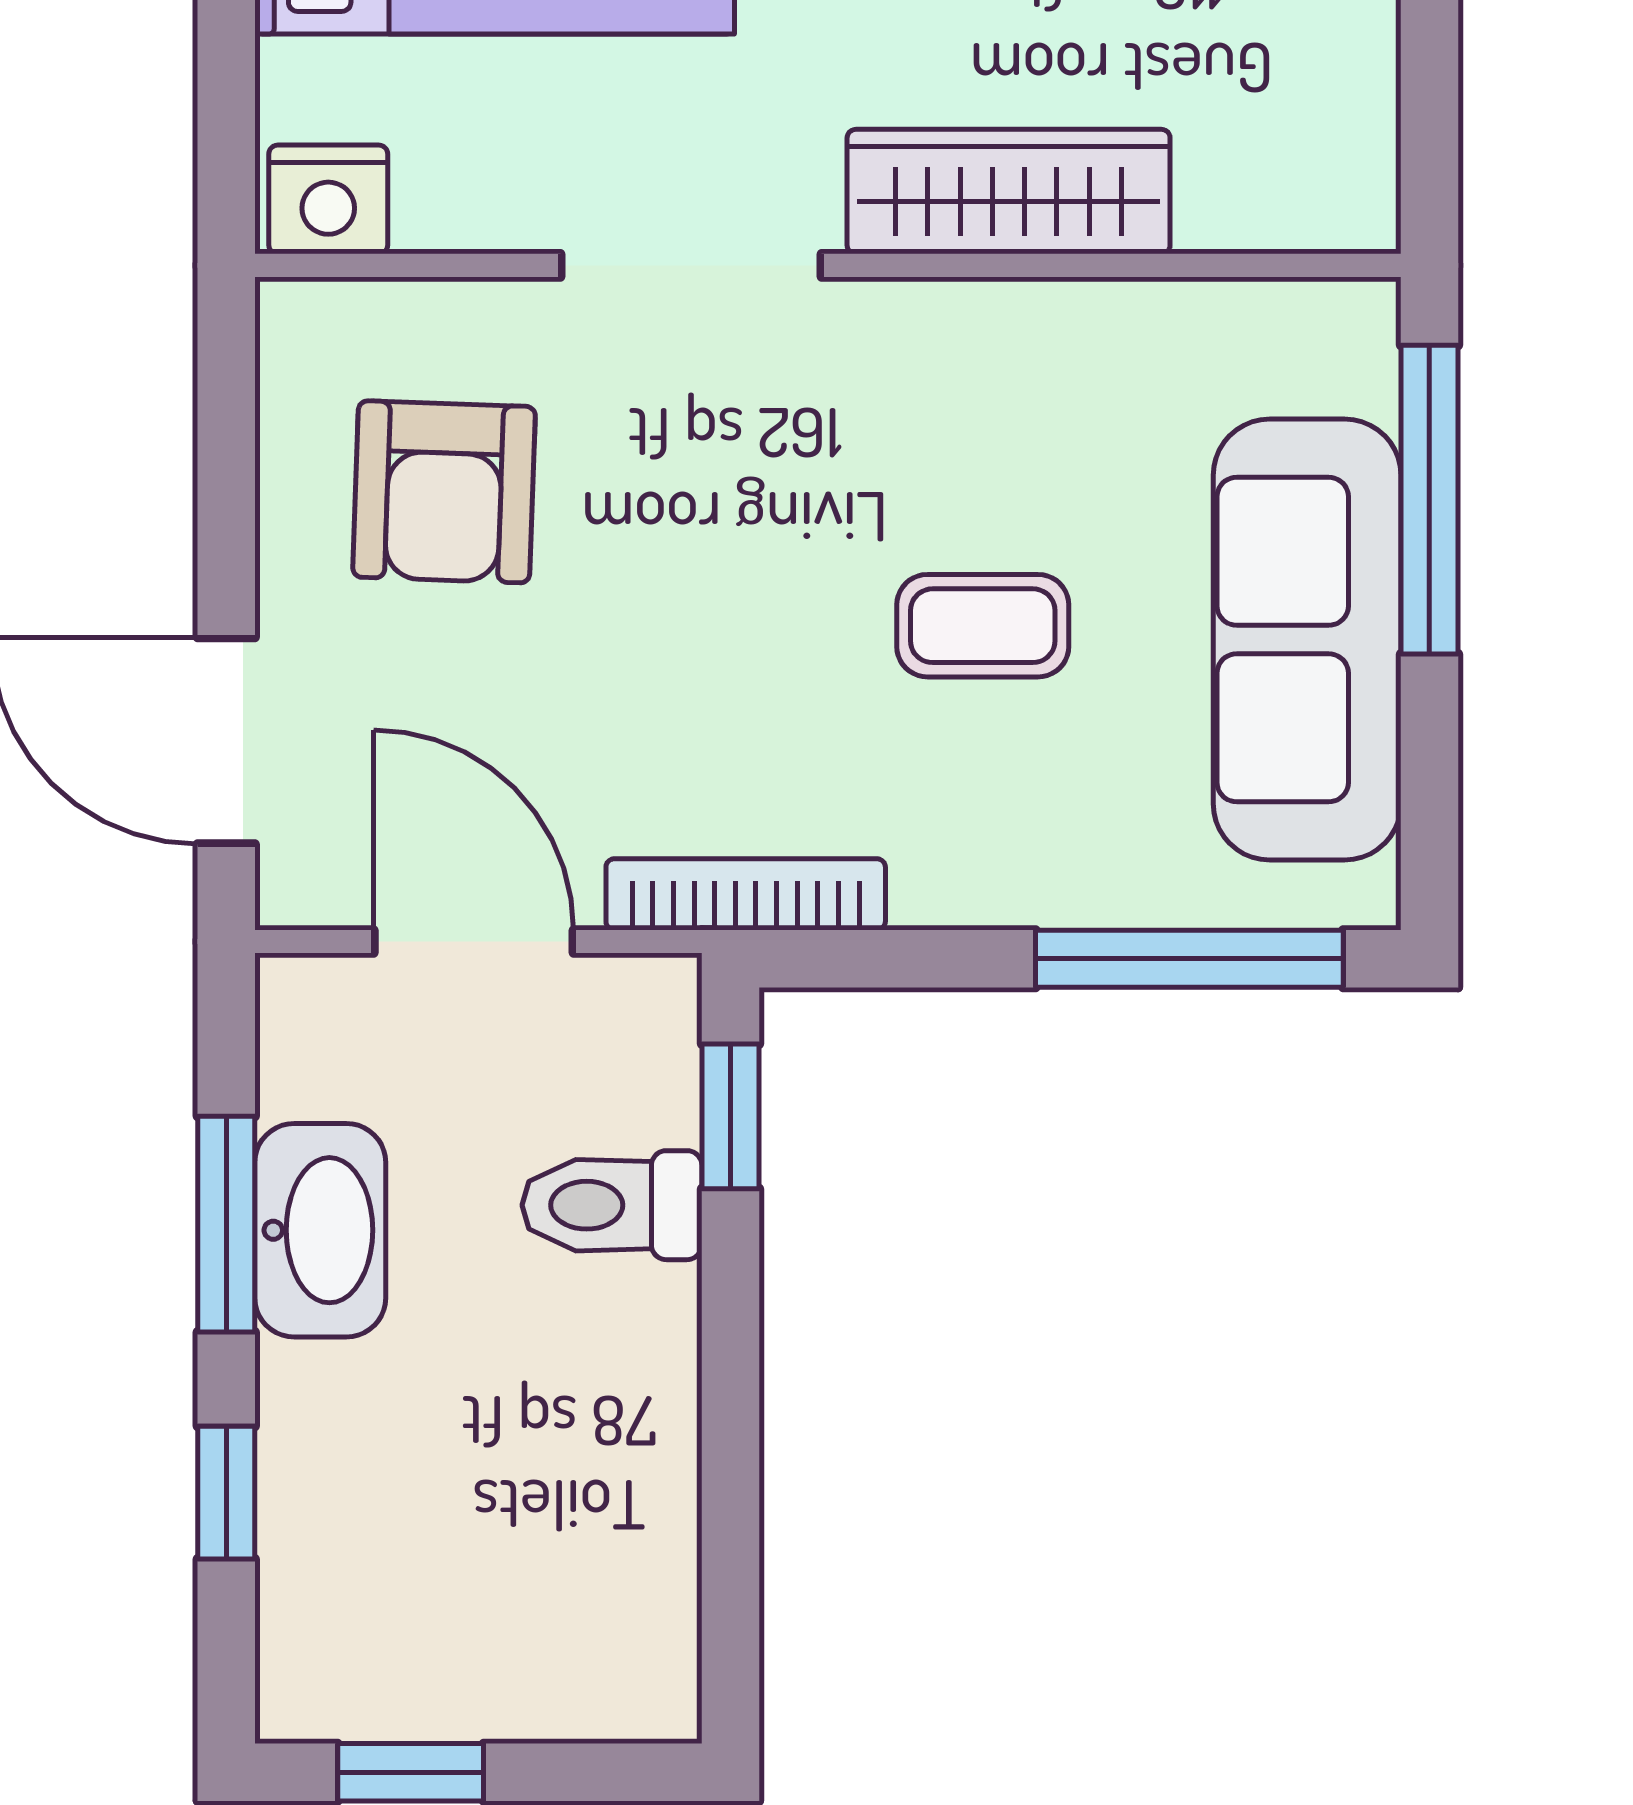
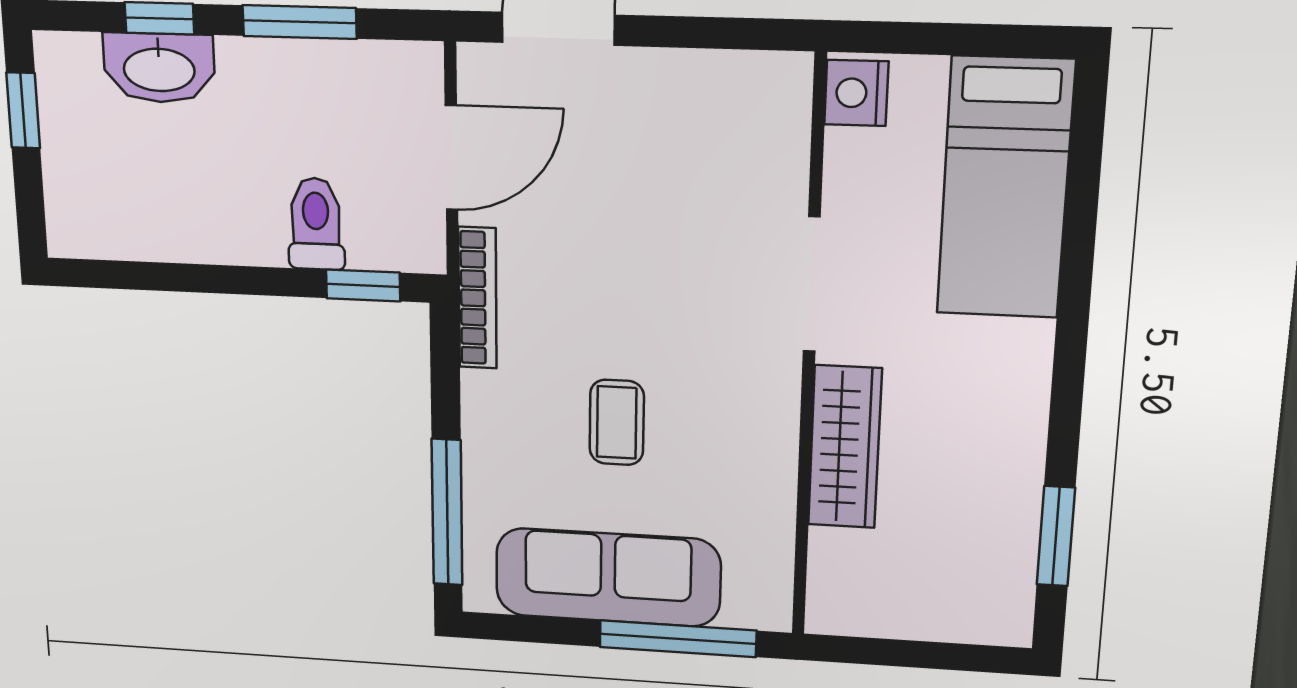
armchair: (444, 492) -> (692, 150), removed
washbasin: (320, 1230) -> (159, 68), moved

